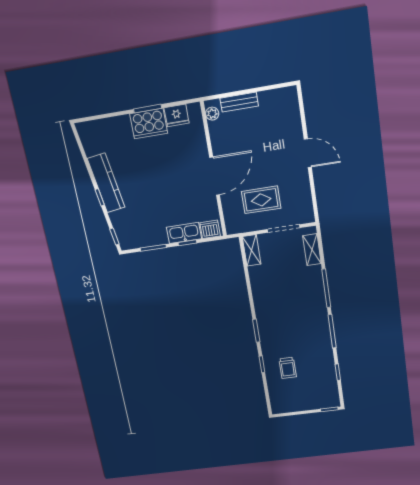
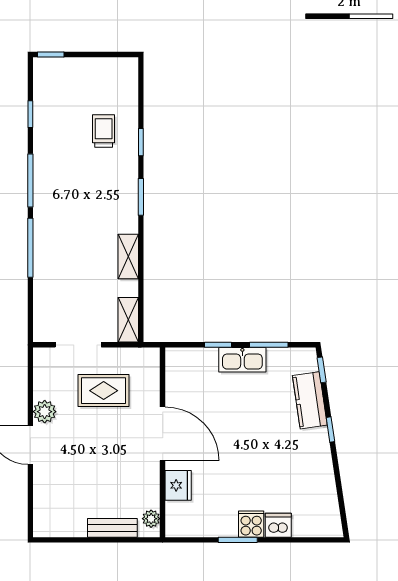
fridge: (177, 115) -> (178, 485), moved, turned 90
cooker: (149, 123) -> (251, 524), width x0.53, depth x0.76
door: (215, 176) -> (163, 434), swing flipped
plant: (301, 179) -> (45, 412), added
kitchen counter: (106, 183) -> (310, 400), moved, width x0.67
dishwasher: (210, 229) -> (278, 525), moved, turned 180
kitchen sink: (184, 233) -> (242, 360), moved
shelving: (312, 250) -> (128, 257), moved

